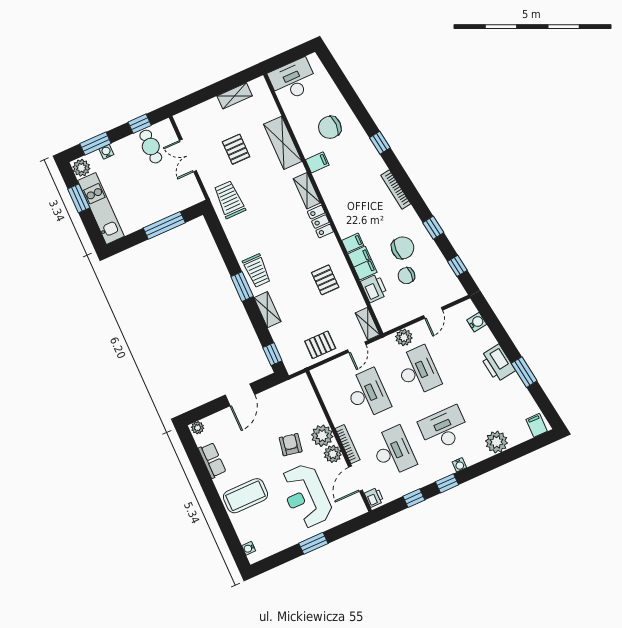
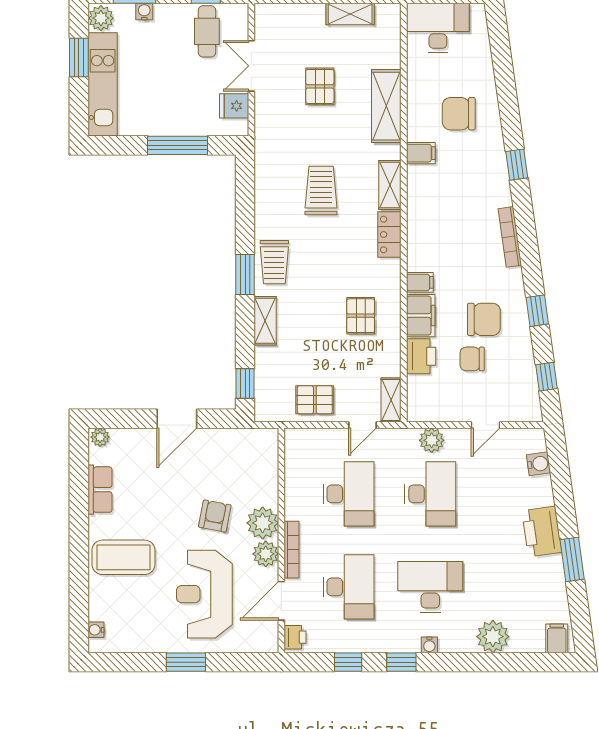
fridge: (188, 185) -> (234, 106), added
trolley: (229, 200) -> (321, 191), moved

